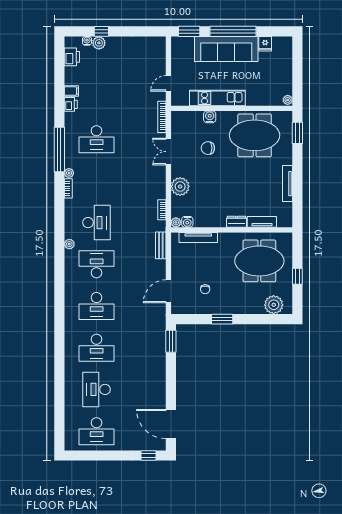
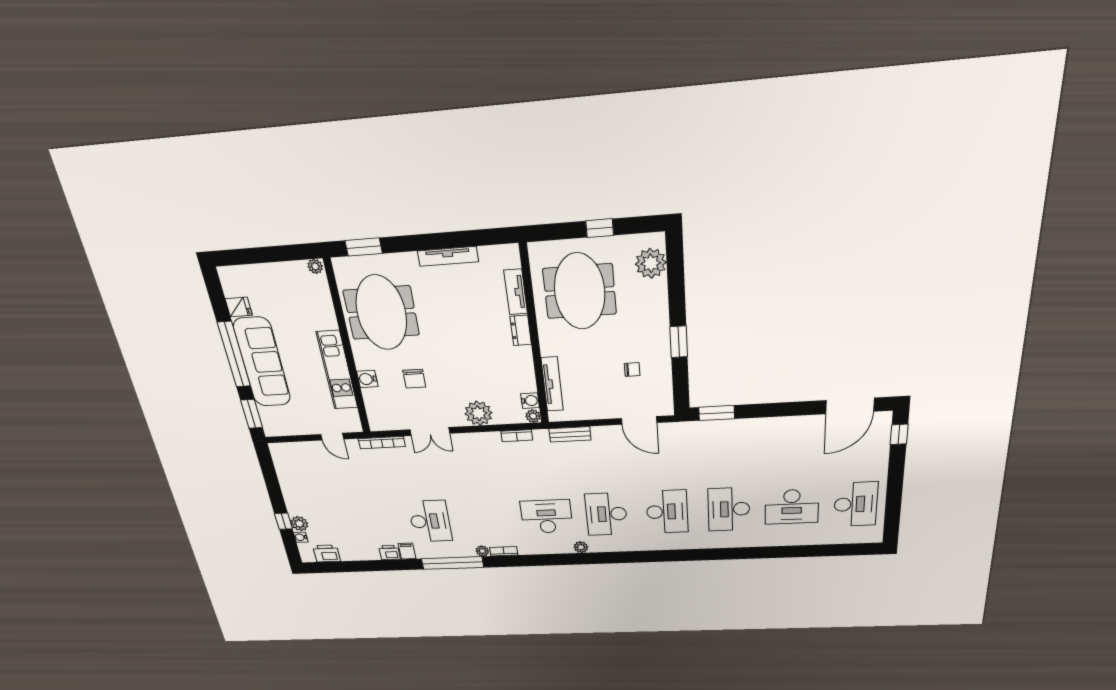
filing cabinet: (71, 91) -> (407, 551), moved
desk: (97, 348) -> (729, 509), turned 180

